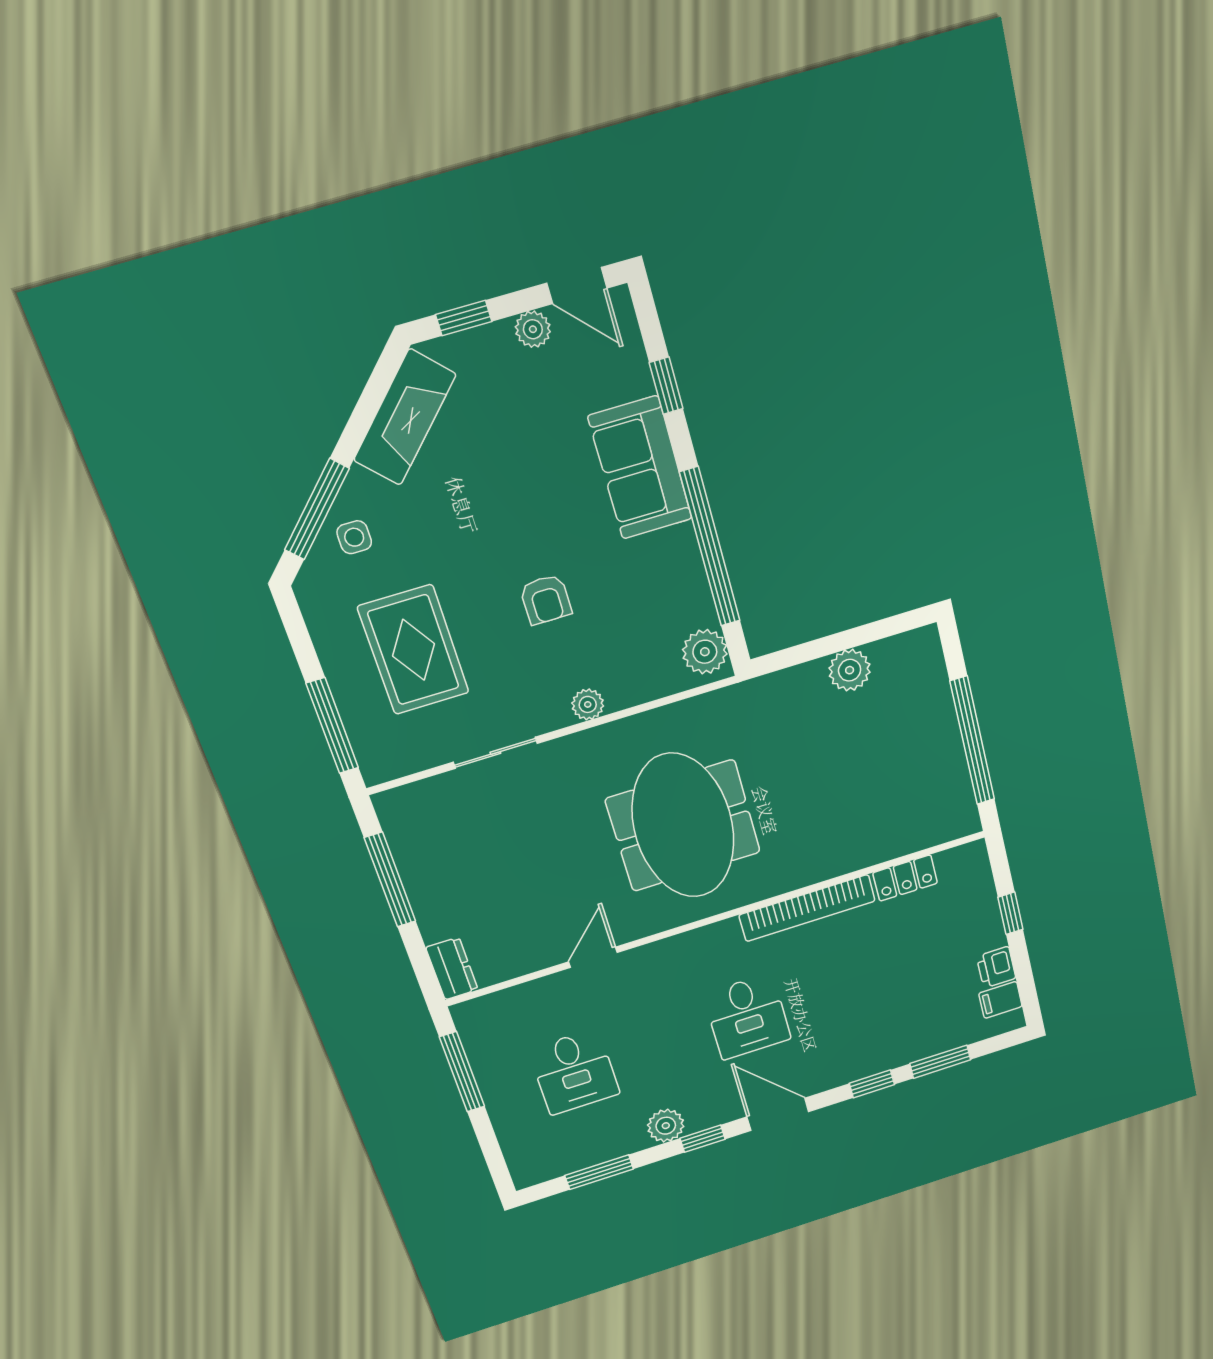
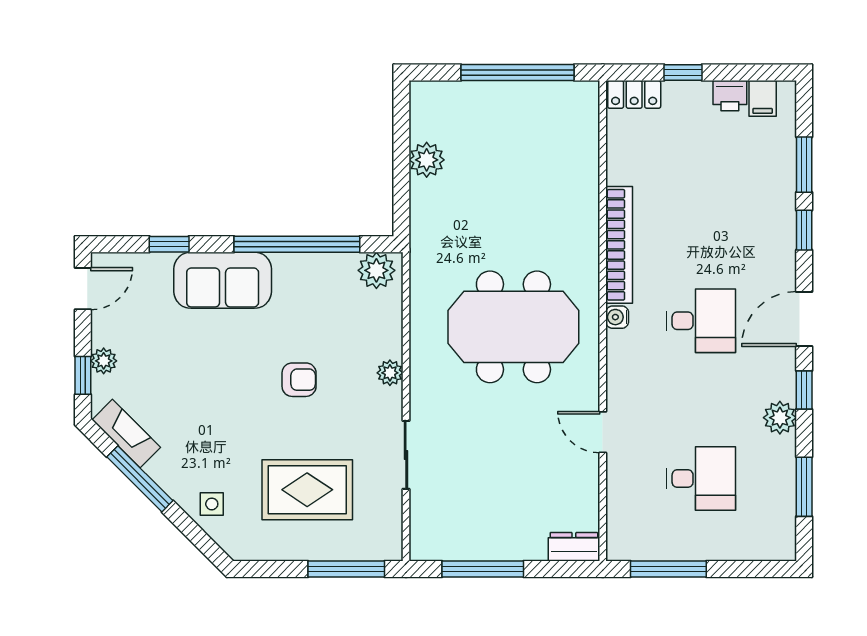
plant: (533, 329) -> (104, 361), moved
fireplace: (405, 417) -> (126, 434), width x0.73, depth x0.76
window: (317, 509) -> (140, 479), moved
locker: (905, 878) -> (634, 94), moved, turned 90
water cooler: (727, 931) -> (617, 317), added

